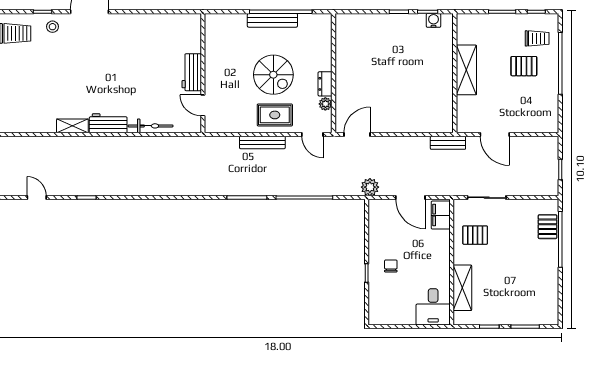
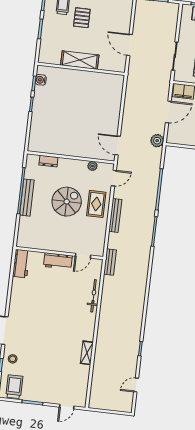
dresser: (325, 84) -> (48, 161), moved
workbench: (108, 123) -> (21, 263), moved, turned 180
door: (495, 135) -> (129, 45), swing flipped
bench: (448, 143) -> (110, 262), moved

